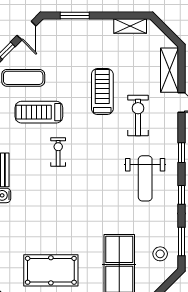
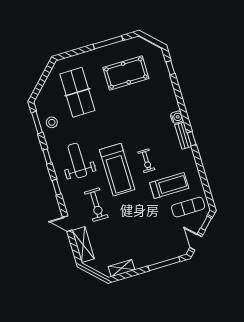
window: (75, 16) -> (164, 264), width x1.44
treadmill: (102, 92) -> (117, 170), moved, width x1.37, depth x1.38
stool: (160, 254) -> (52, 122), moved

